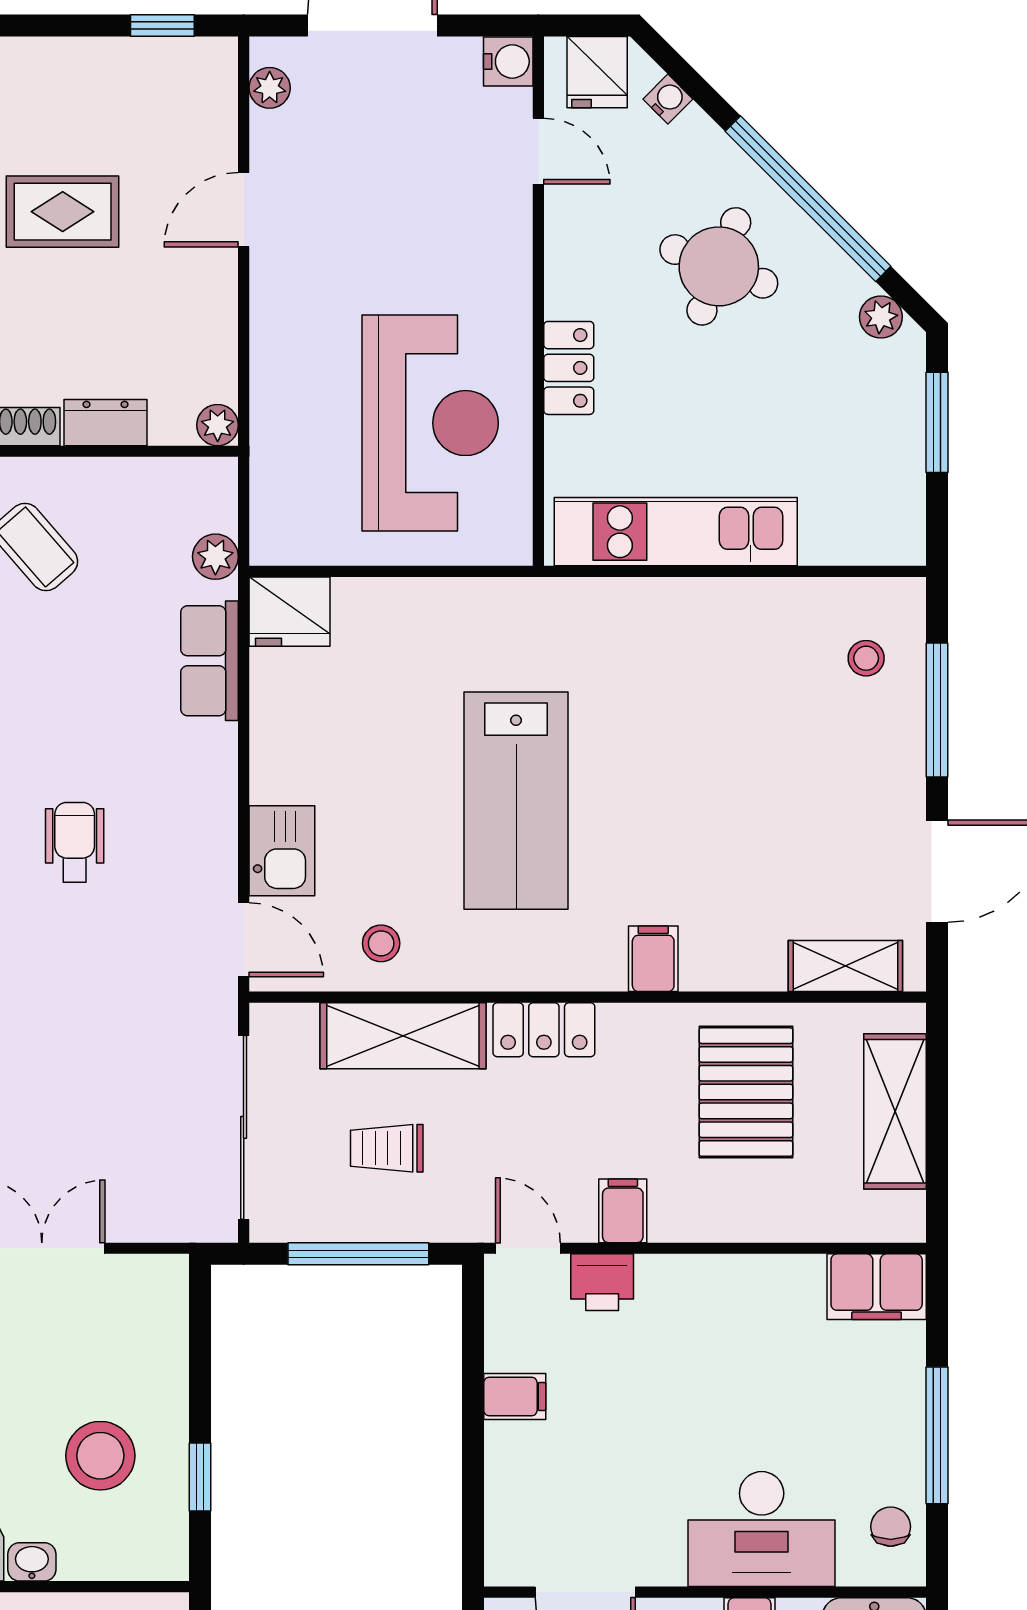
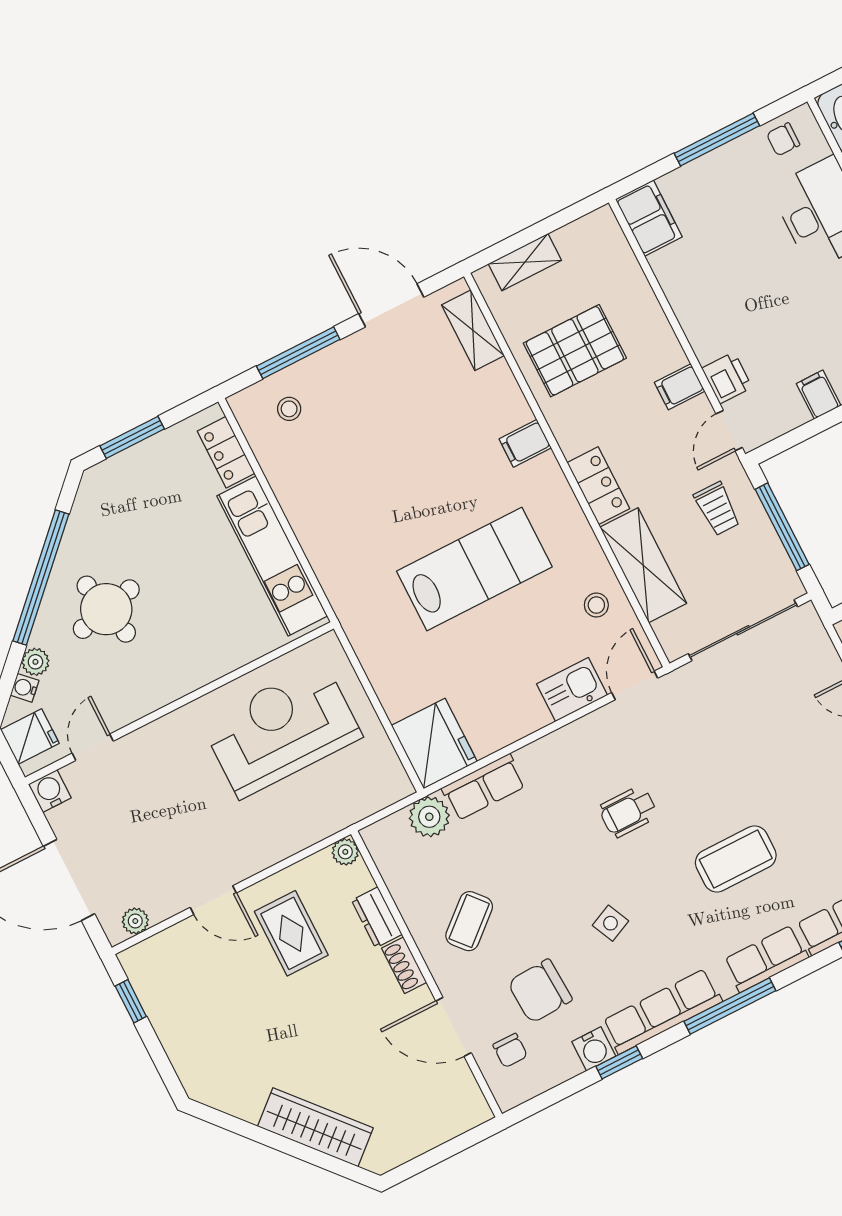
rug: (63, 212) -> (291, 933), moved
round table: (719, 266) -> (106, 609), turned -34
plant: (881, 317) -> (35, 662), moved
locker: (569, 368) -> (226, 452), moved, turned -90
plant: (215, 557) -> (429, 817), width x1.38, depth x1.38
fridge: (290, 612) -> (434, 744), width x1.36, depth x1.34
shelving: (895, 1111) -> (525, 262), width x0.67, depth x0.75
trolley: (387, 1148) -> (717, 509), moved

